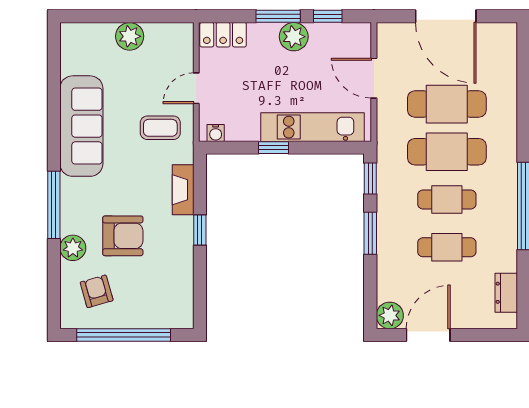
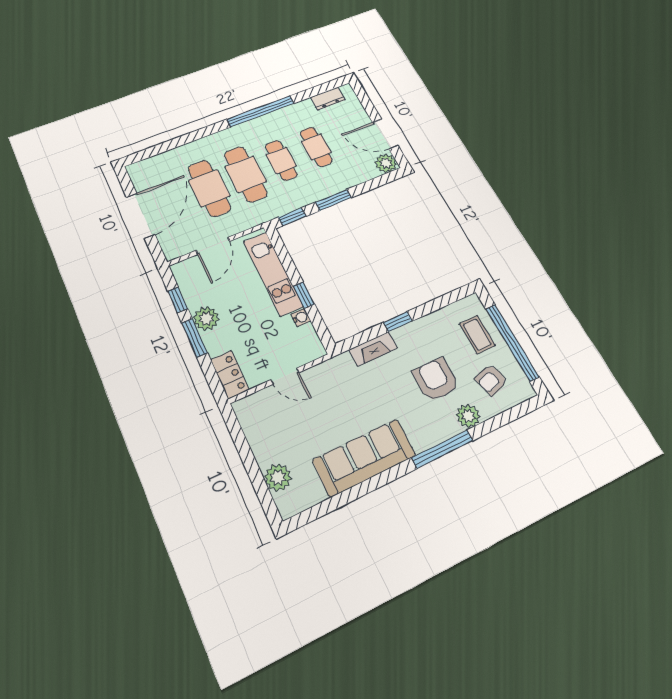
plant: (130, 36) -> (278, 477), moved
coffee table: (160, 128) -> (477, 335), moved
water cooler: (216, 133) -> (301, 317), moved

